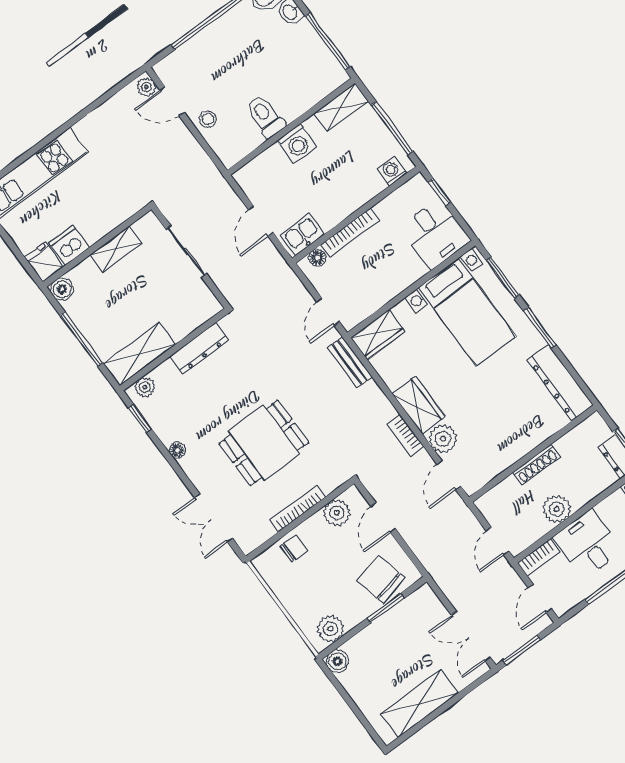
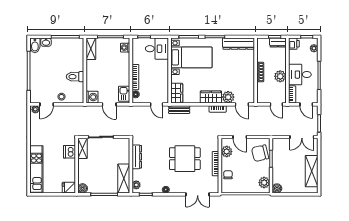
washing machine: (297, 144) -> (92, 97), moved
dishwasher: (69, 245) -> (69, 152), moved
shelving: (116, 249) -> (82, 148), moved
dining table: (264, 443) -> (185, 159), turned 90

